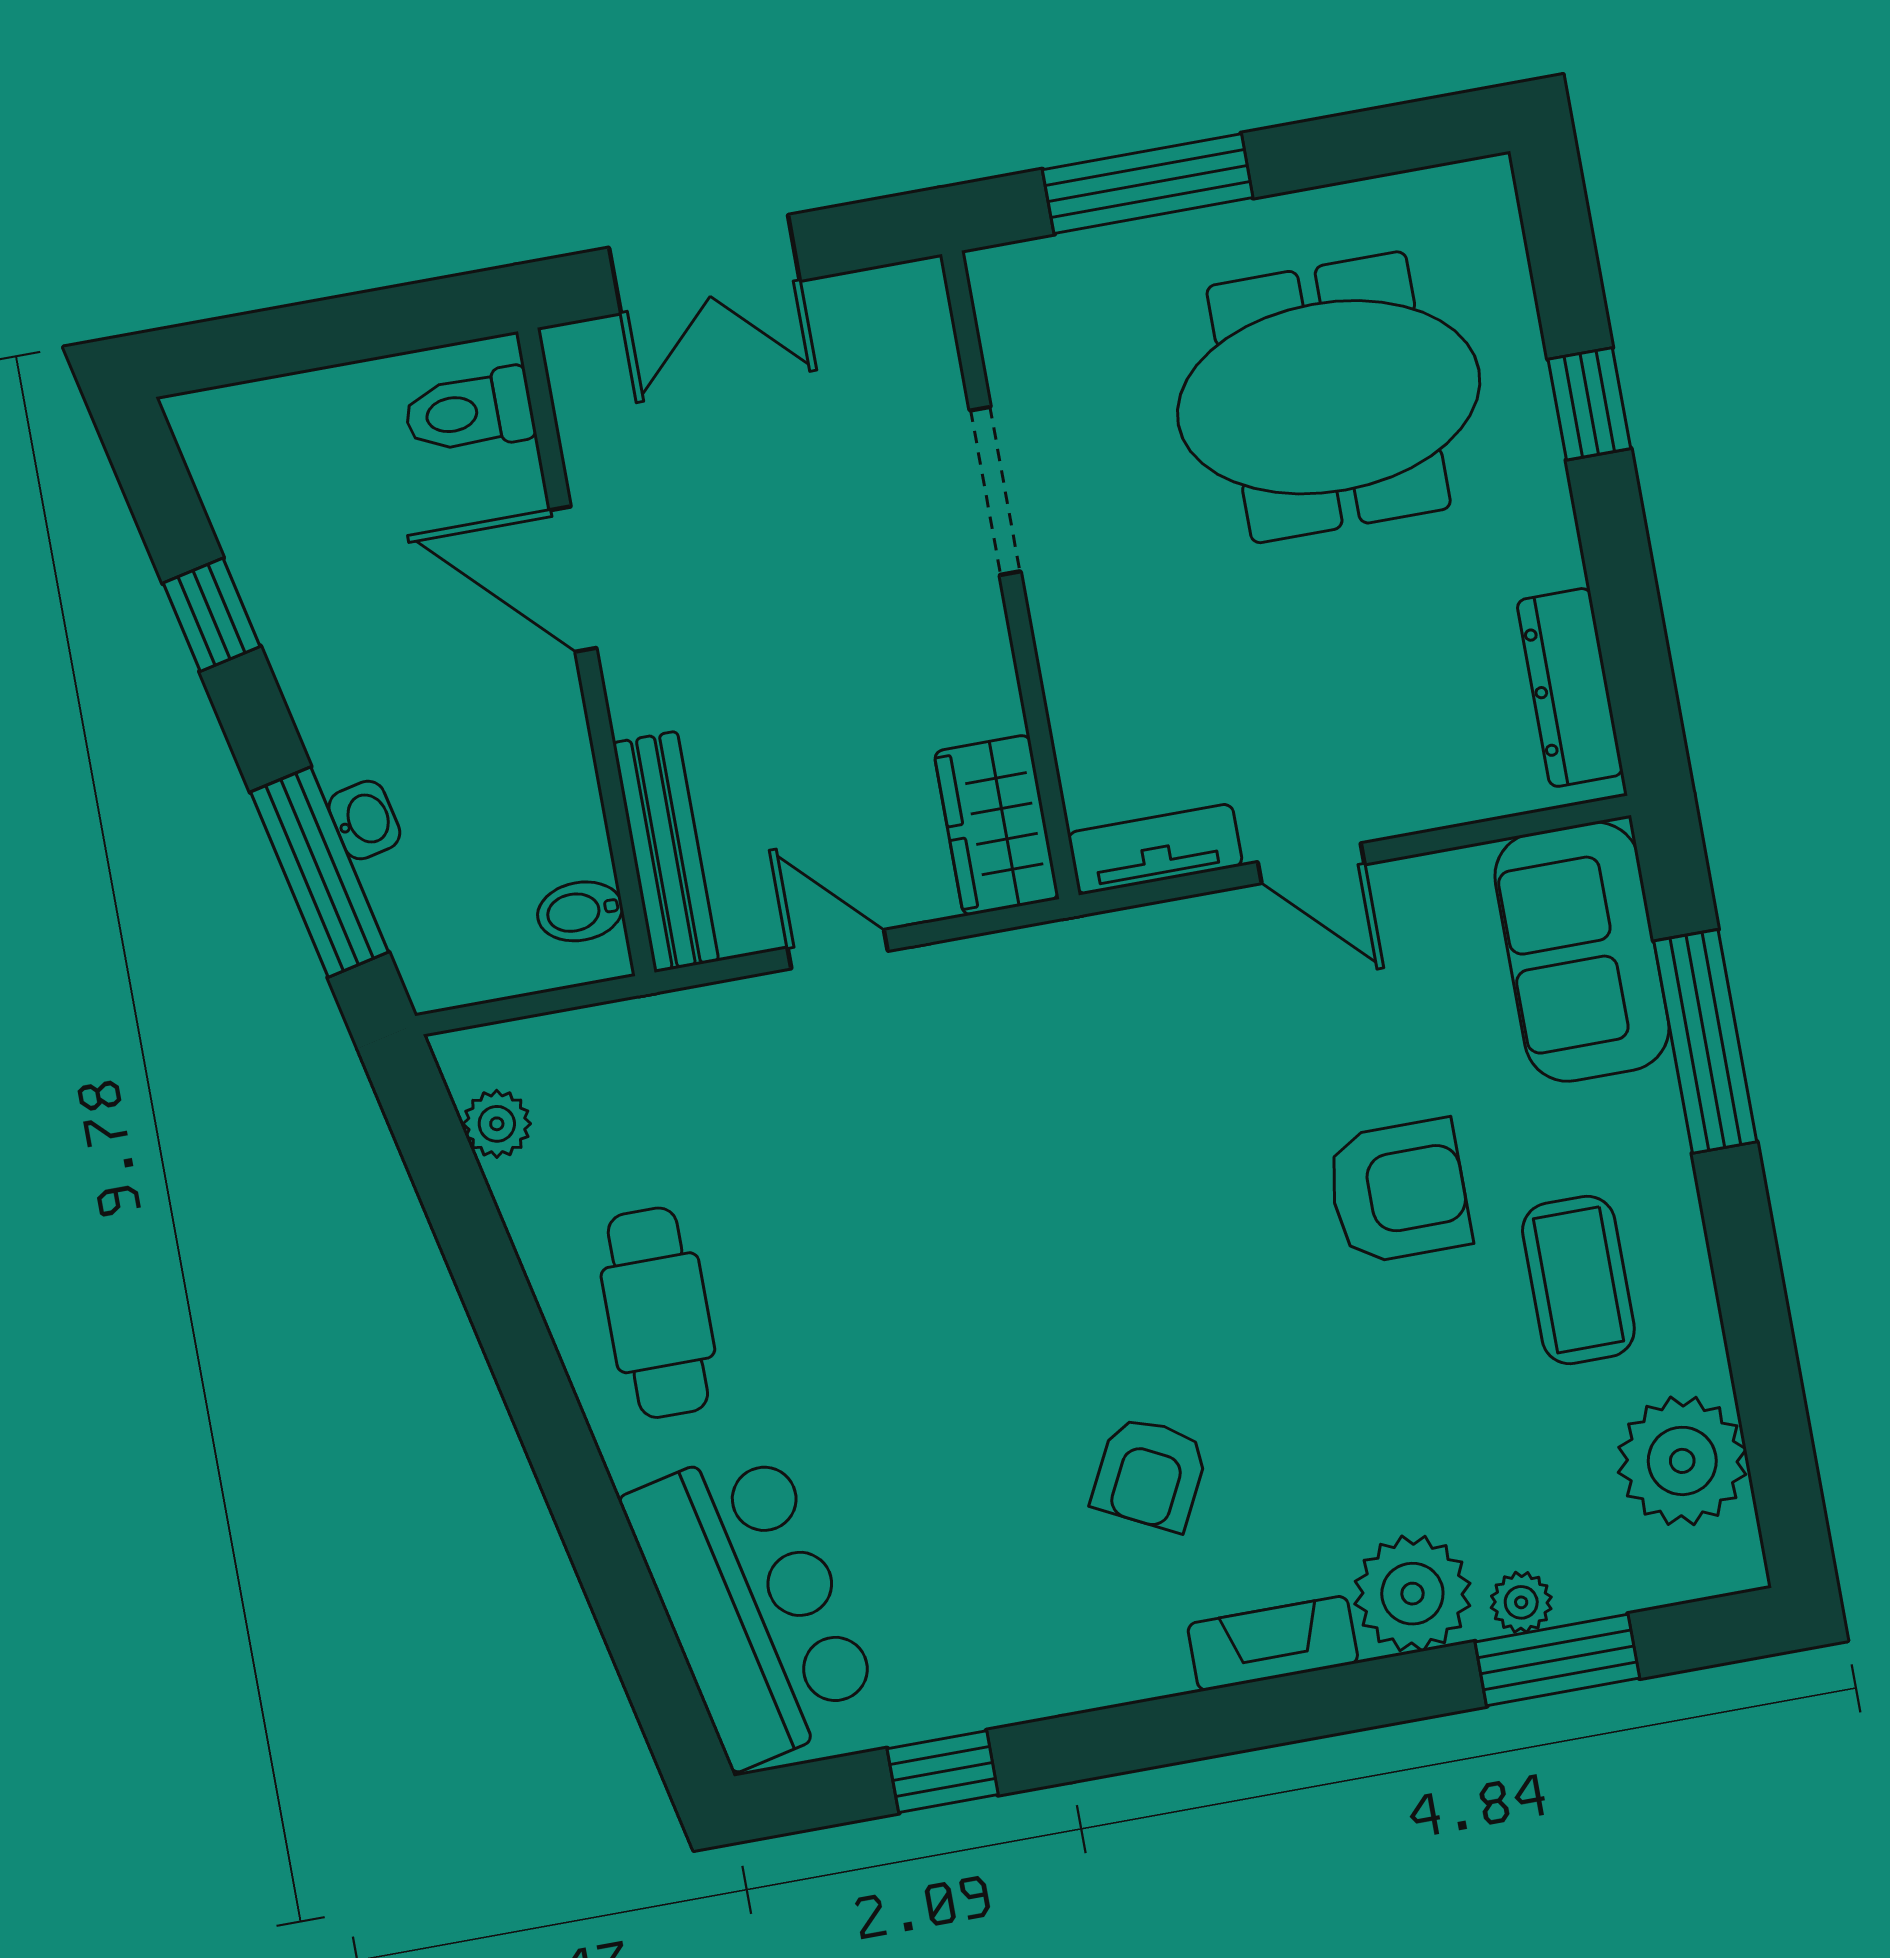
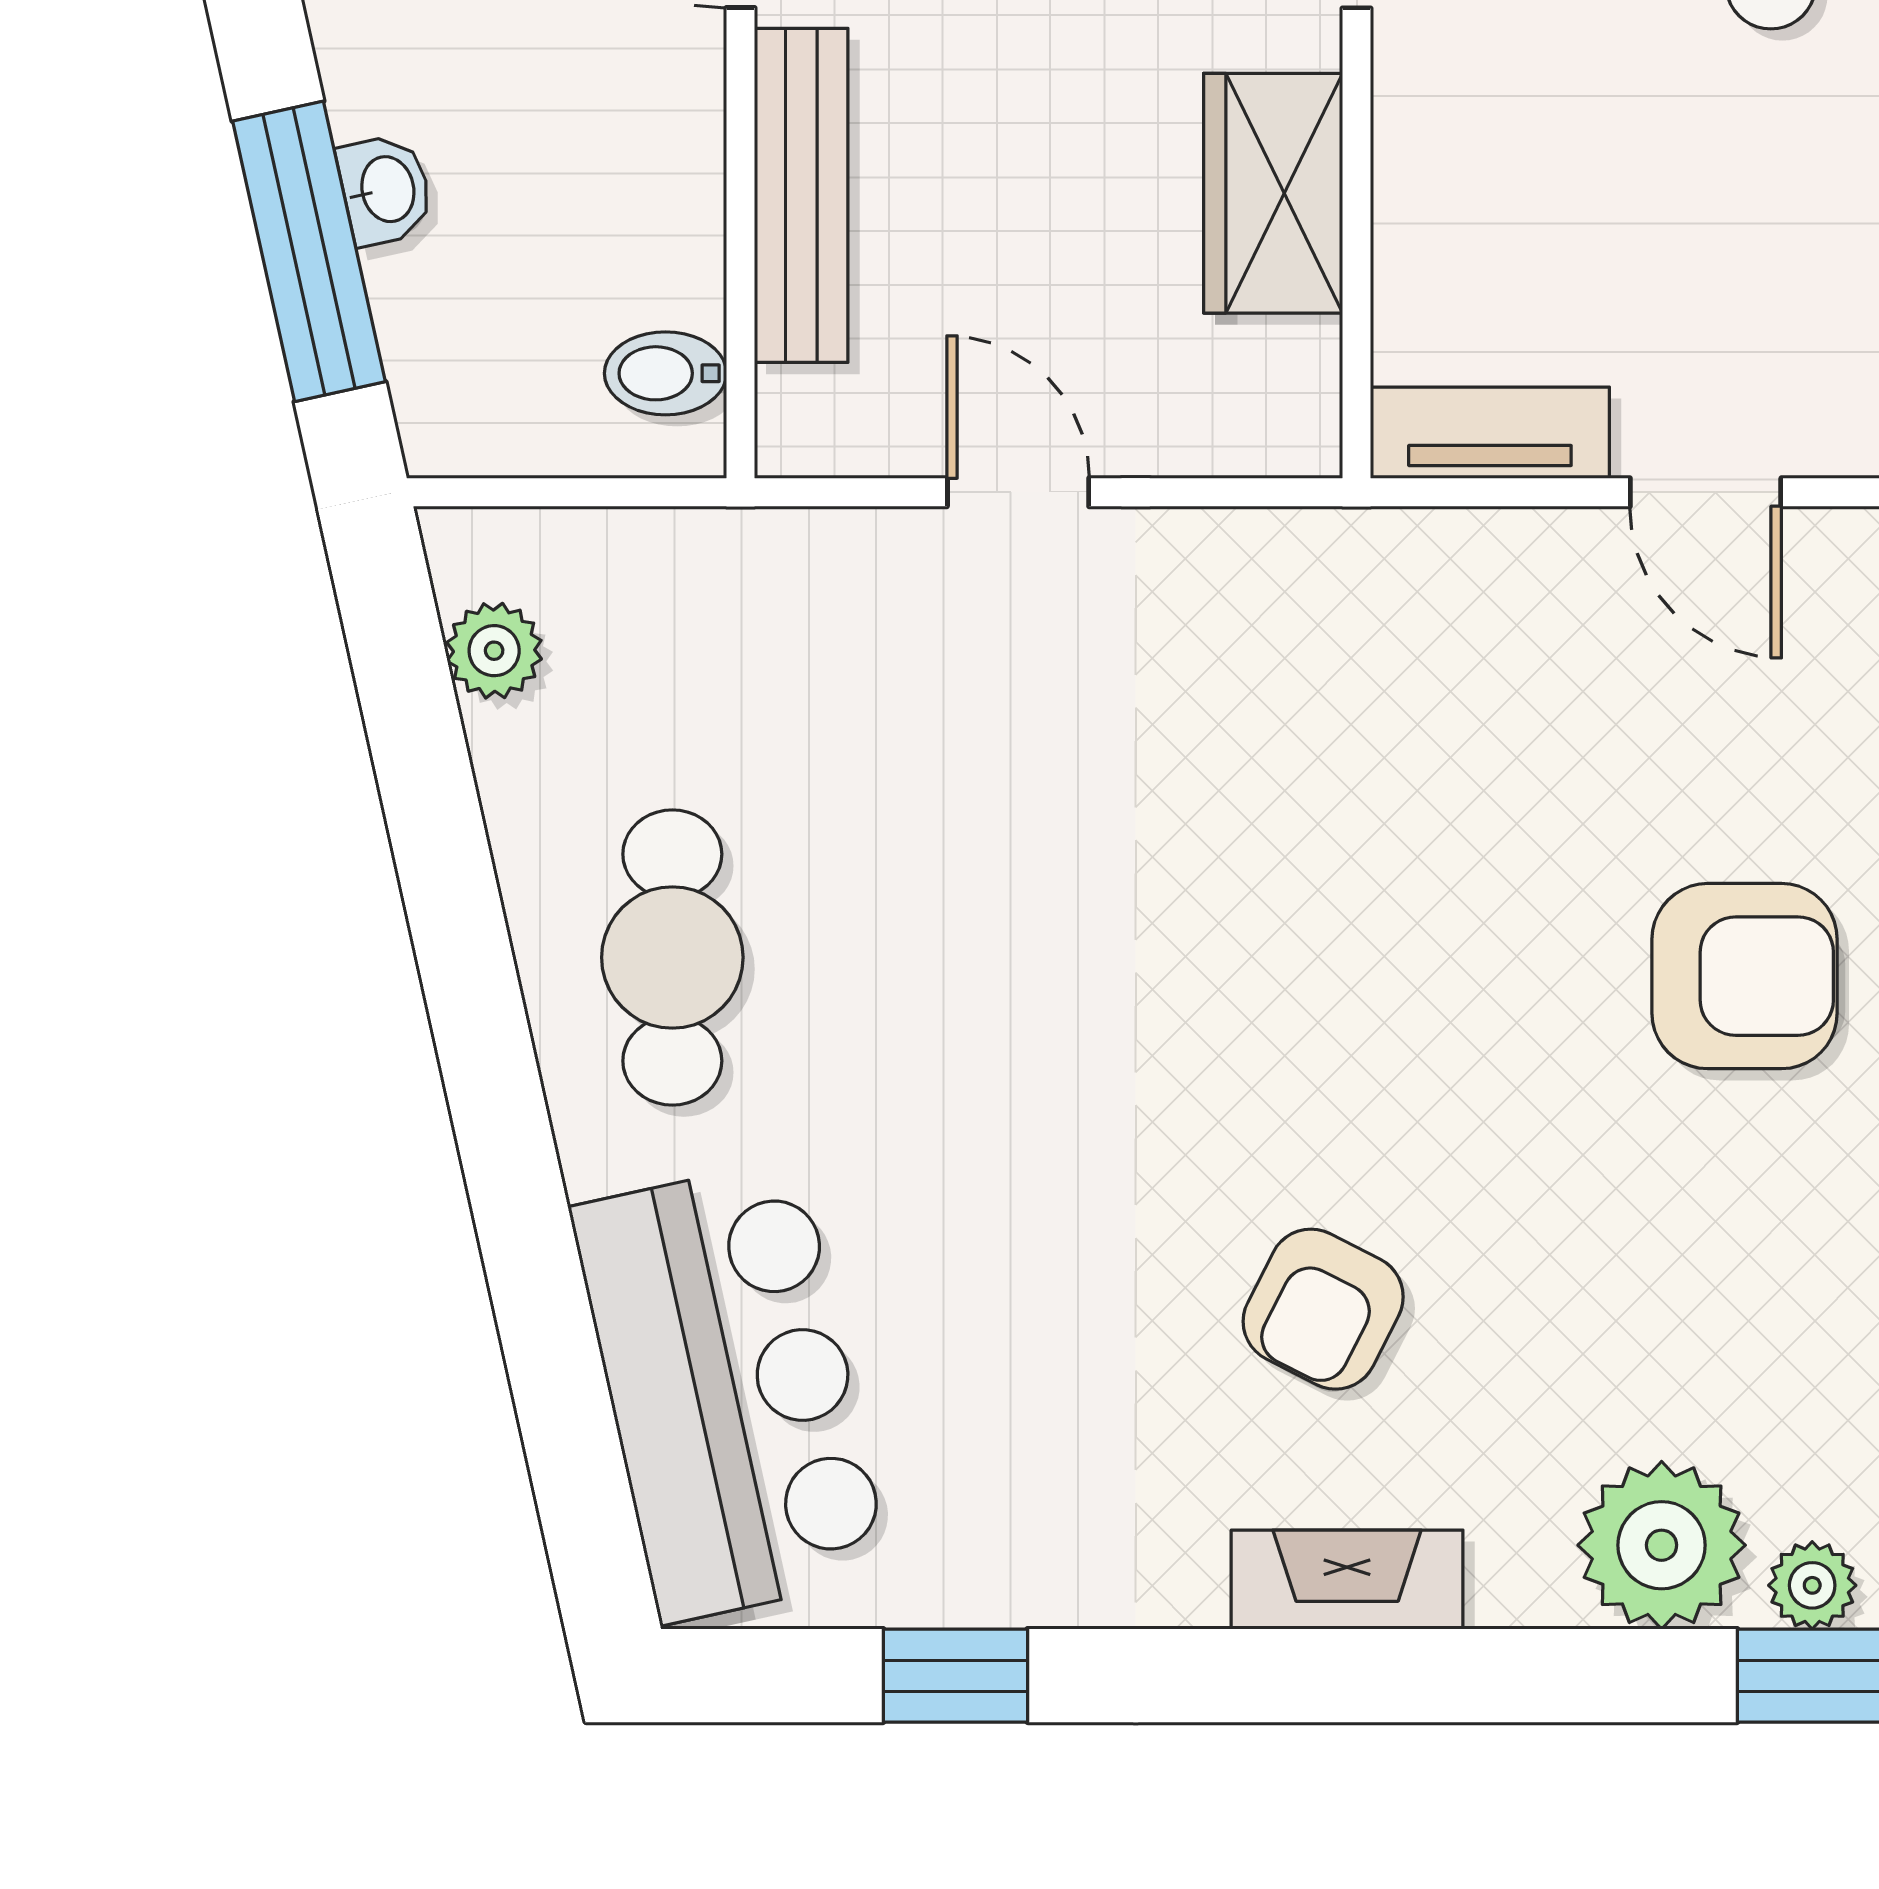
wardrobe: (997, 825) -> (1273, 193), moved
bench: (666, 852) -> (801, 195), moved
fireplace: (1273, 1643) -> (1347, 1580), moved

